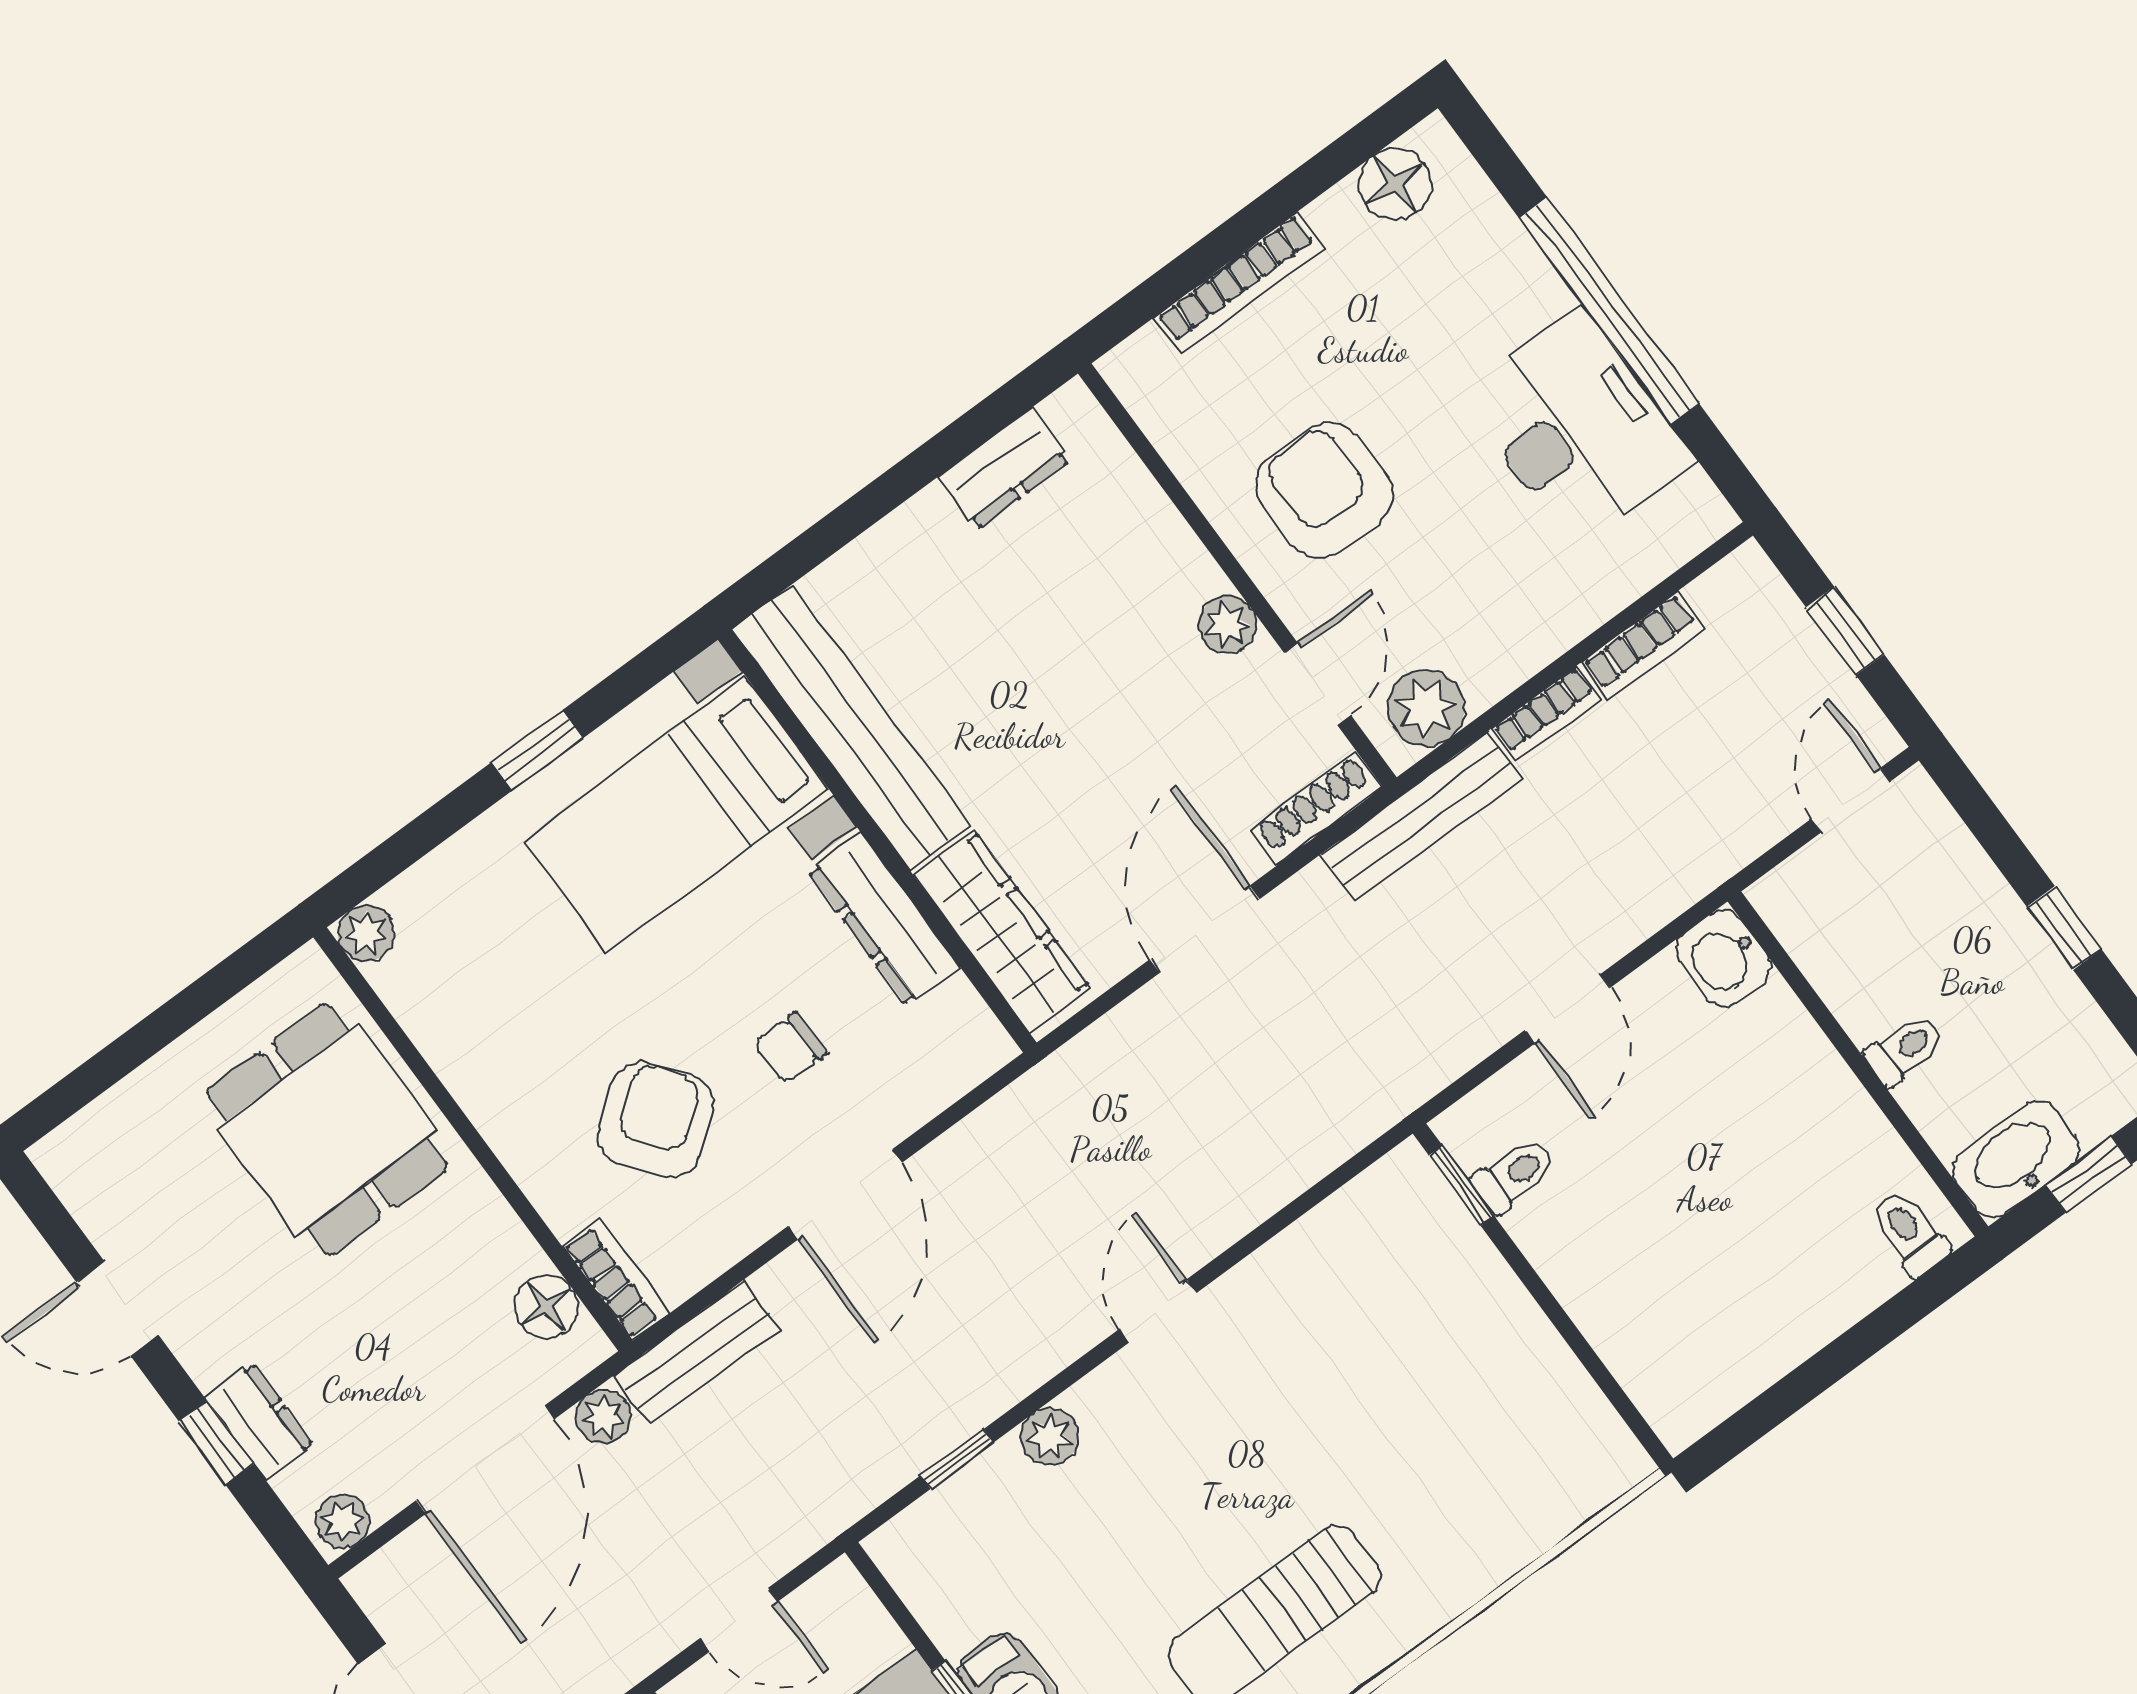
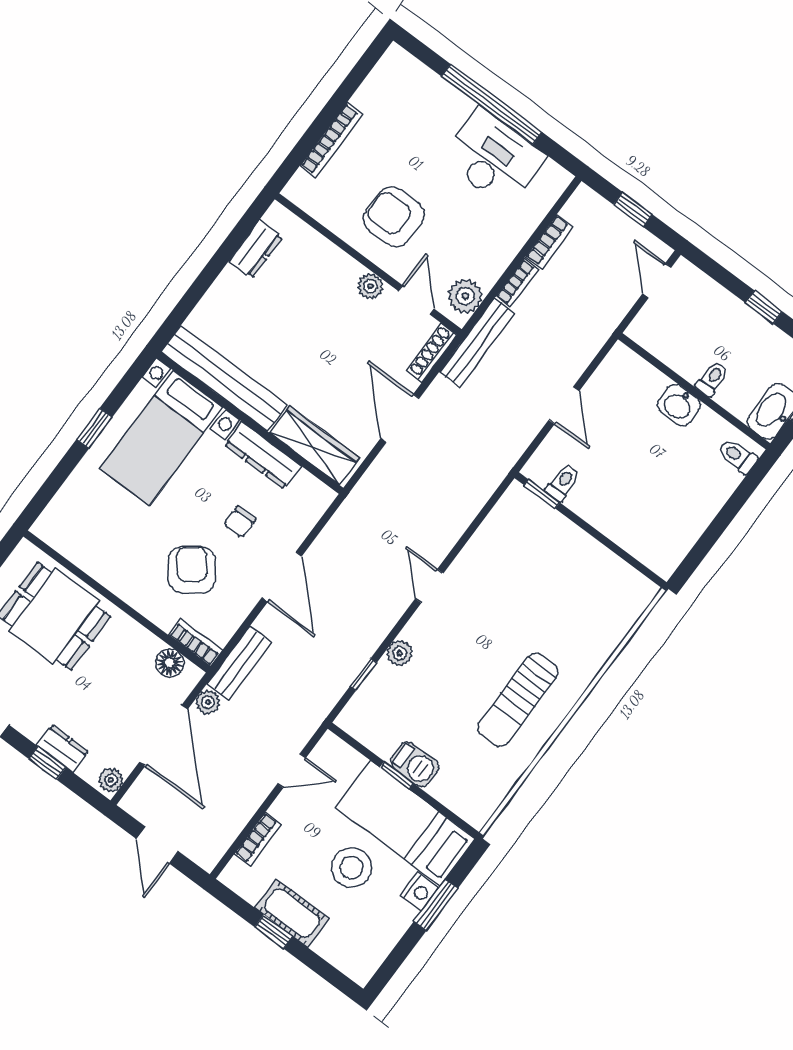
floor lamp: (1395, 184) -> (385, 78), removed
plant: (366, 933) -> (45, 528), removed
washbasin: (1724, 958) -> (679, 405), moved

